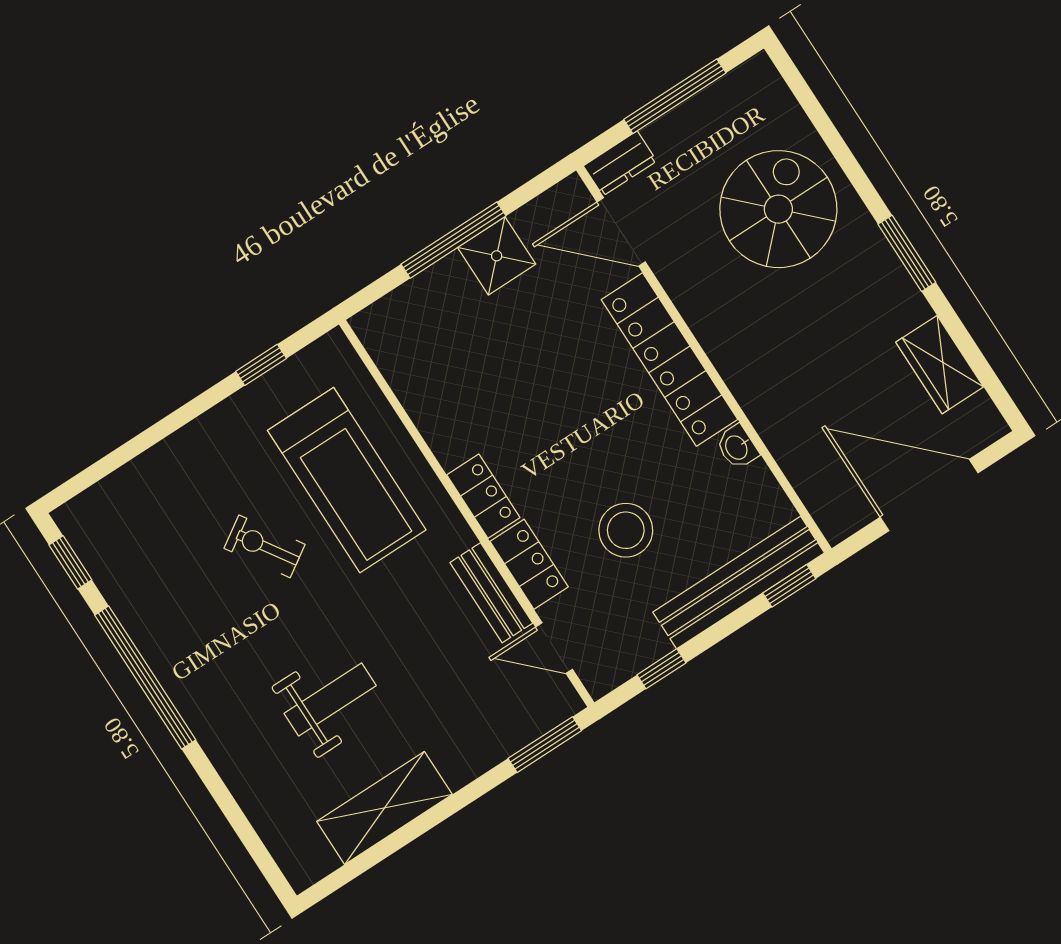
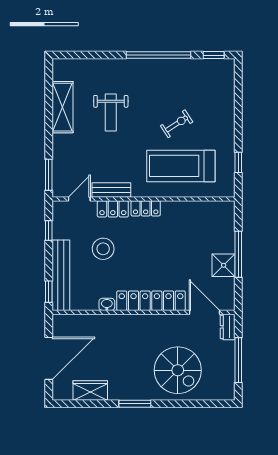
door: (621, 232) -> (204, 312), hinge flipped

